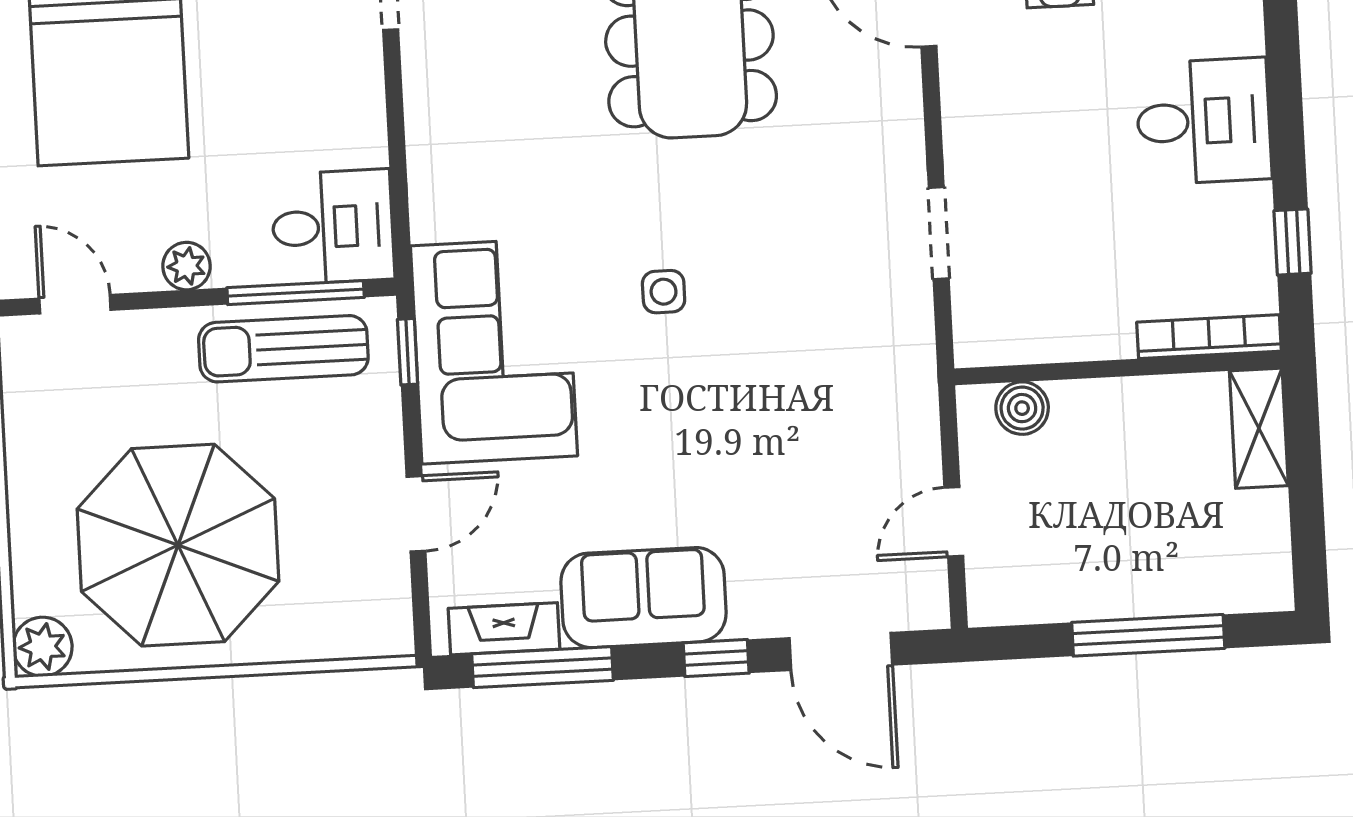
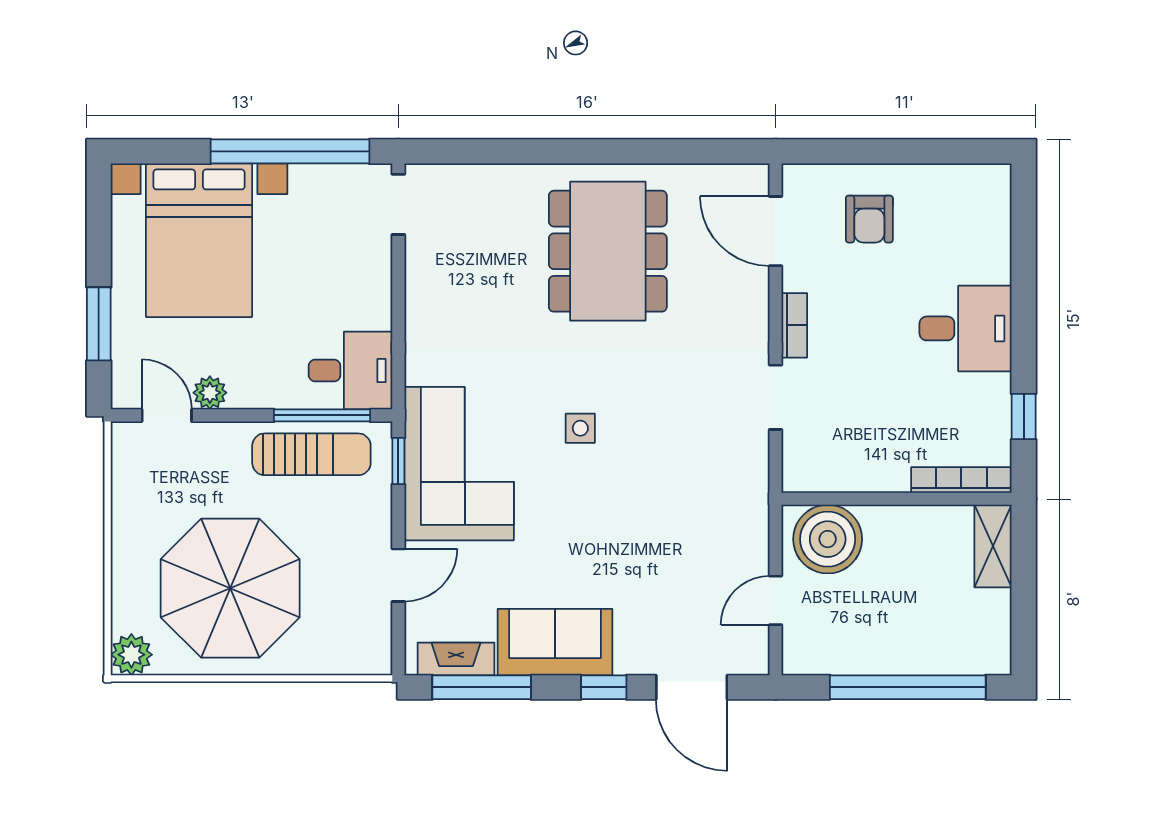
bookcase: (960, 130) -> (794, 325), added
plant: (186, 266) -> (210, 393), moved
sun lounger: (283, 349) -> (311, 454), turned 180
boiler: (1022, 408) -> (828, 539), width x1.86, depth x1.86
window: (1148, 635) -> (908, 687), width x1.46

